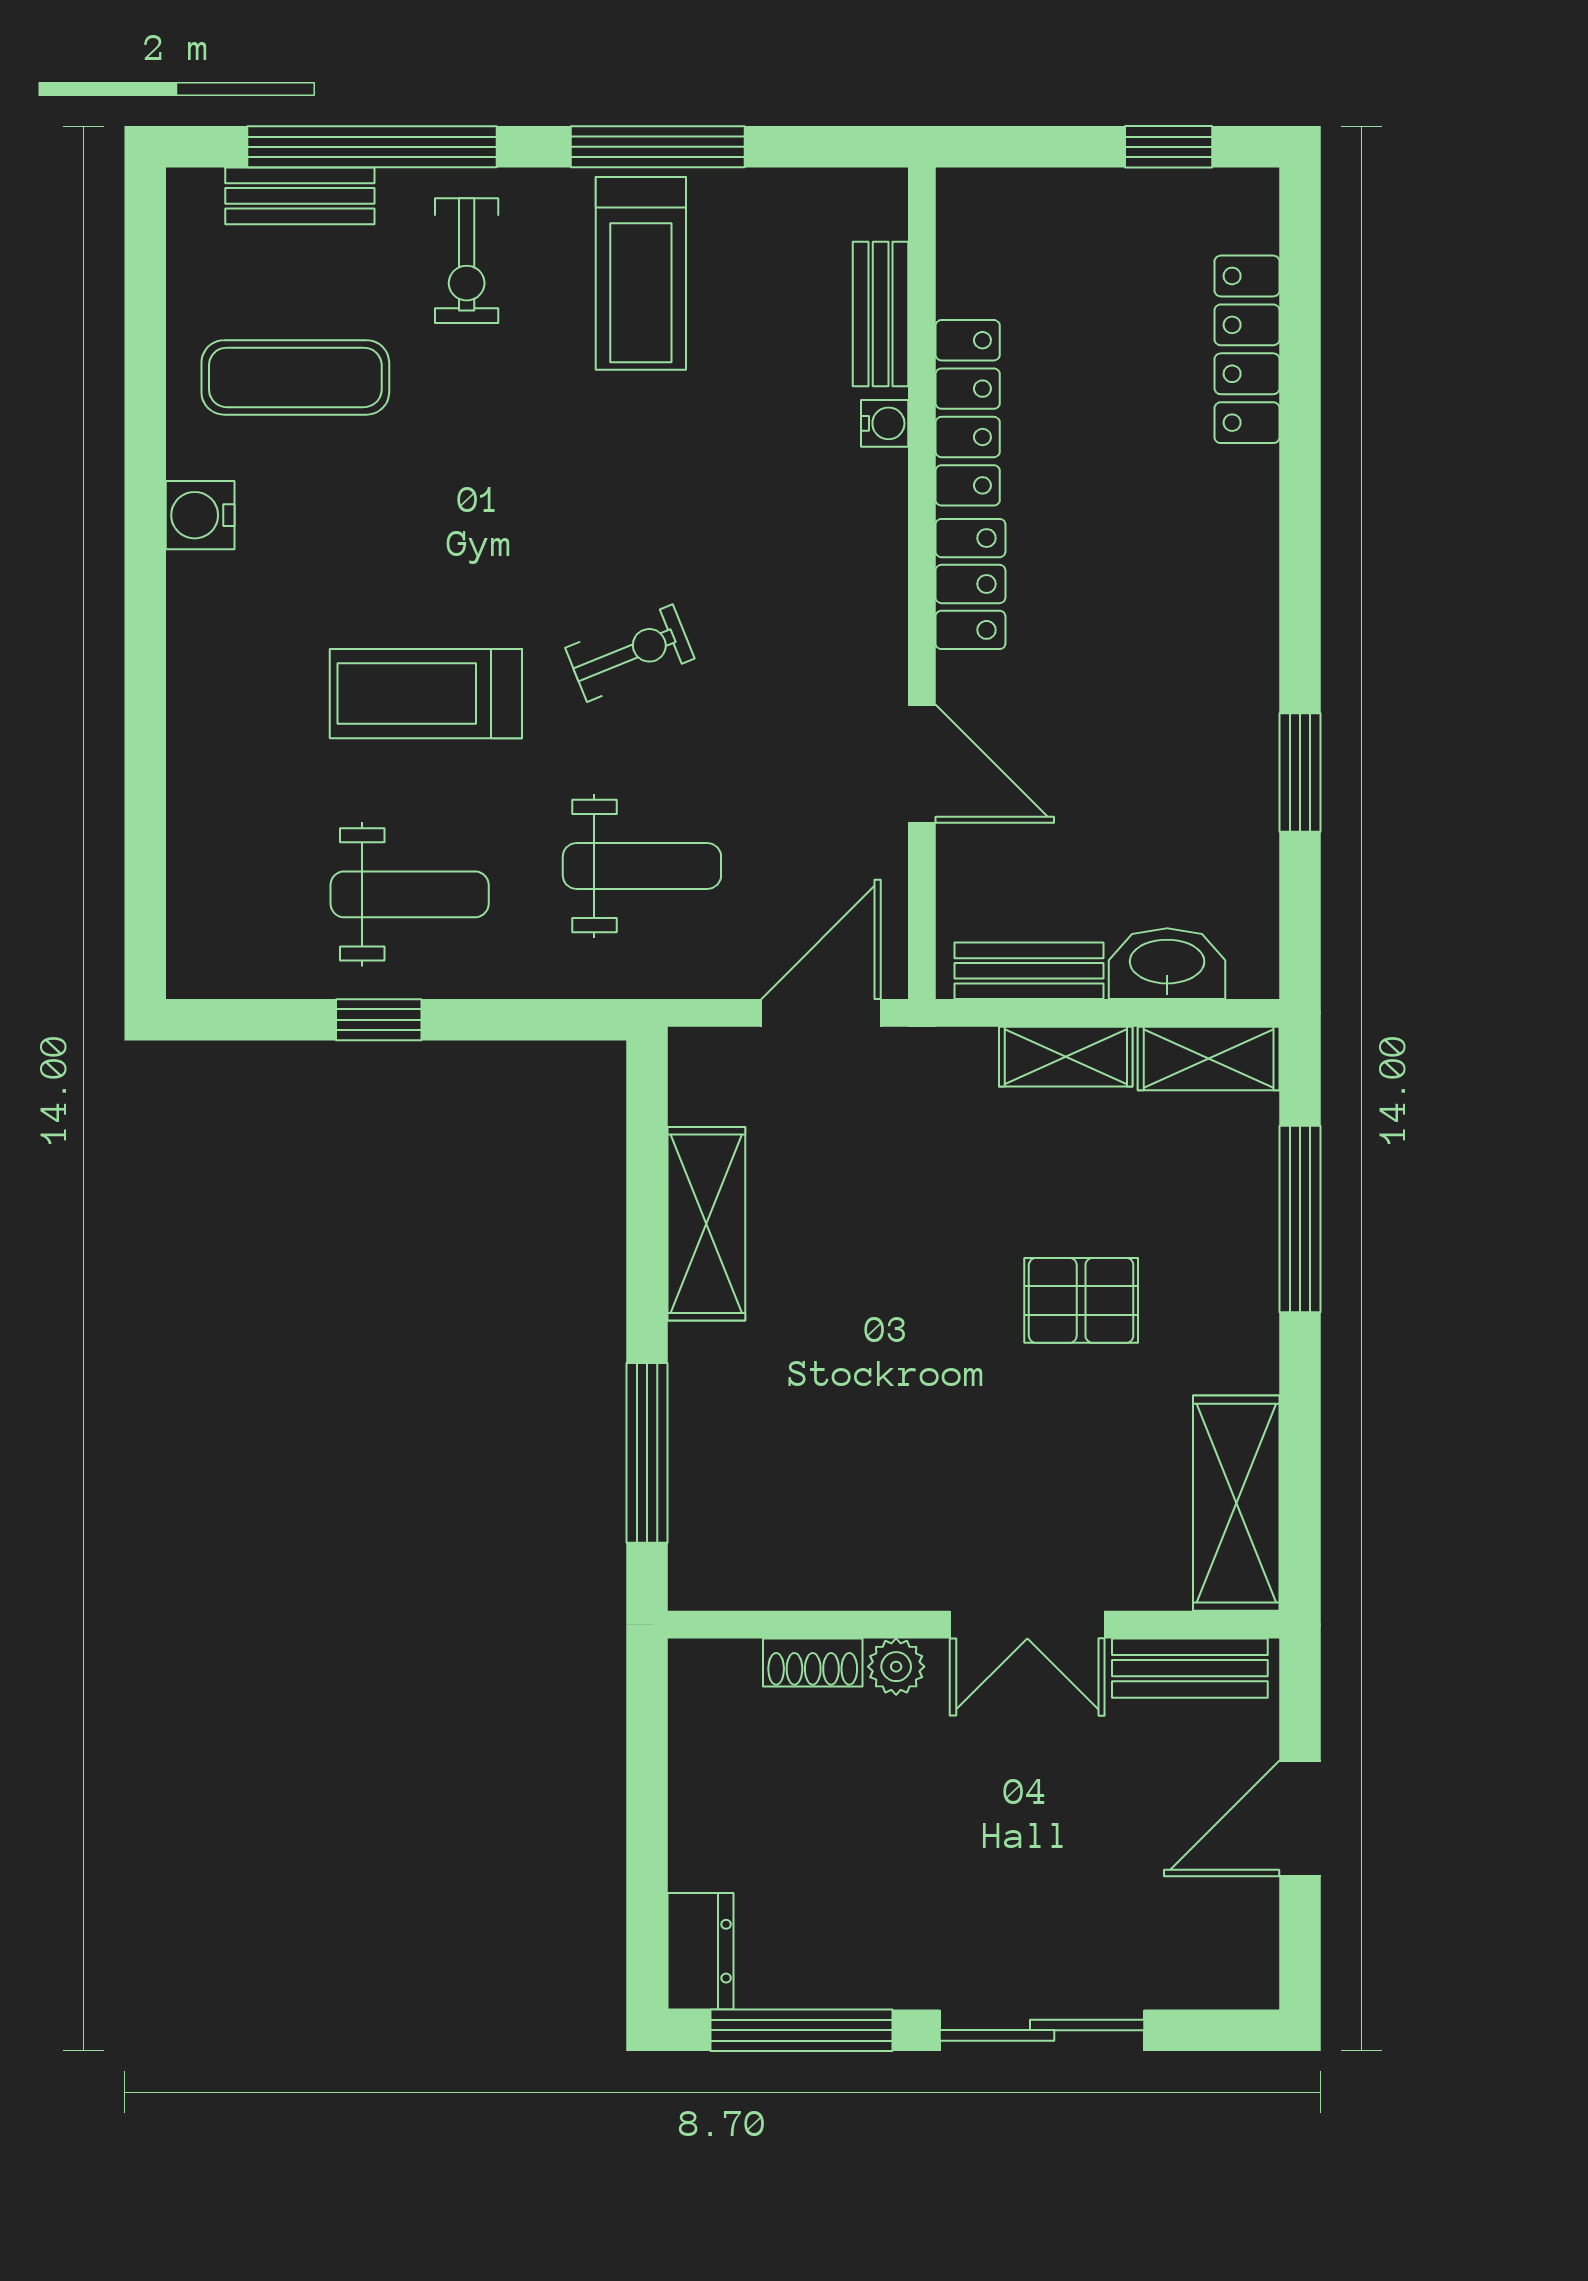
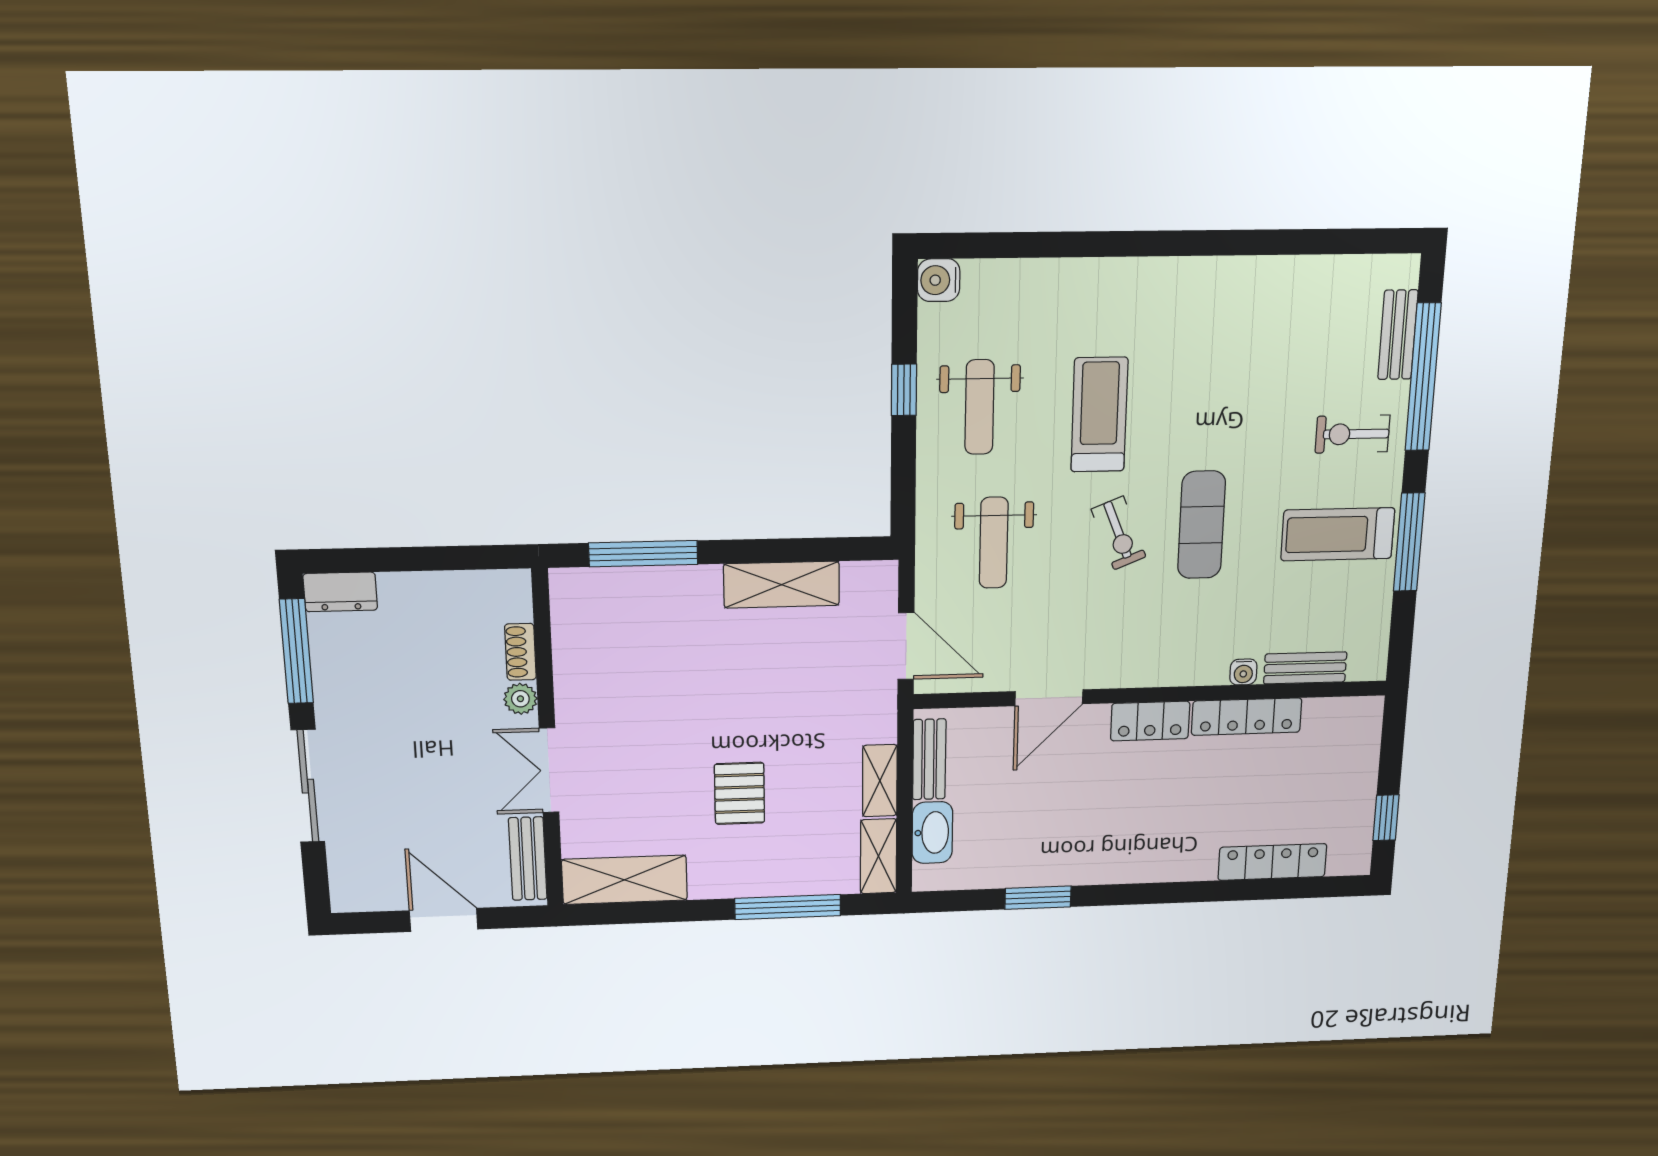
exercise mat: (295, 377) -> (1201, 525), moved
water cooler: (200, 515) -> (939, 280), moved, turned -90

